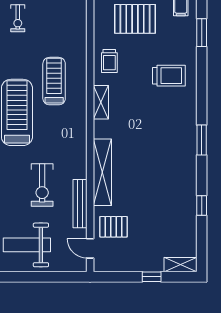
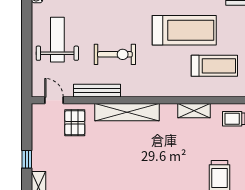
exercise bike: (42, 185) -> (115, 54), turned 180
door: (90, 248) -> (54, 100), hinge flipped

